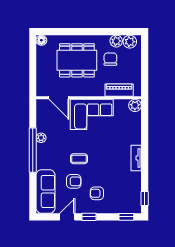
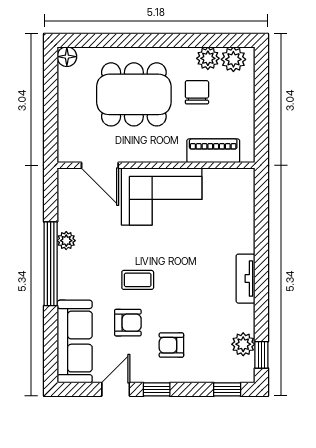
plant: (135, 105) -> (243, 344), moved

